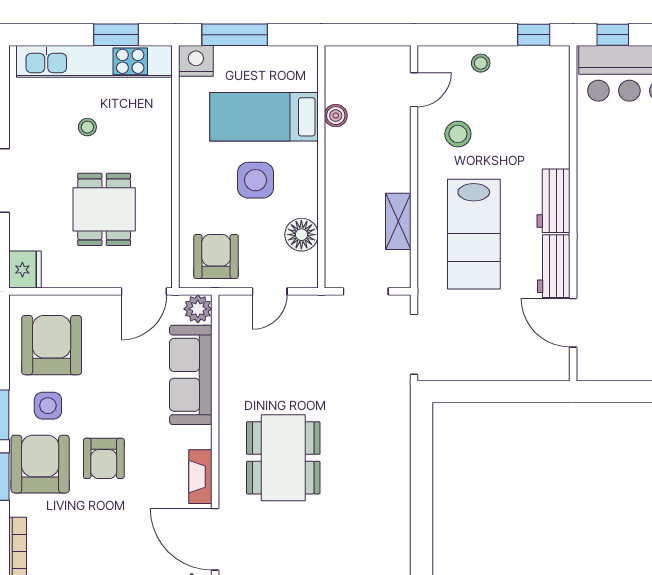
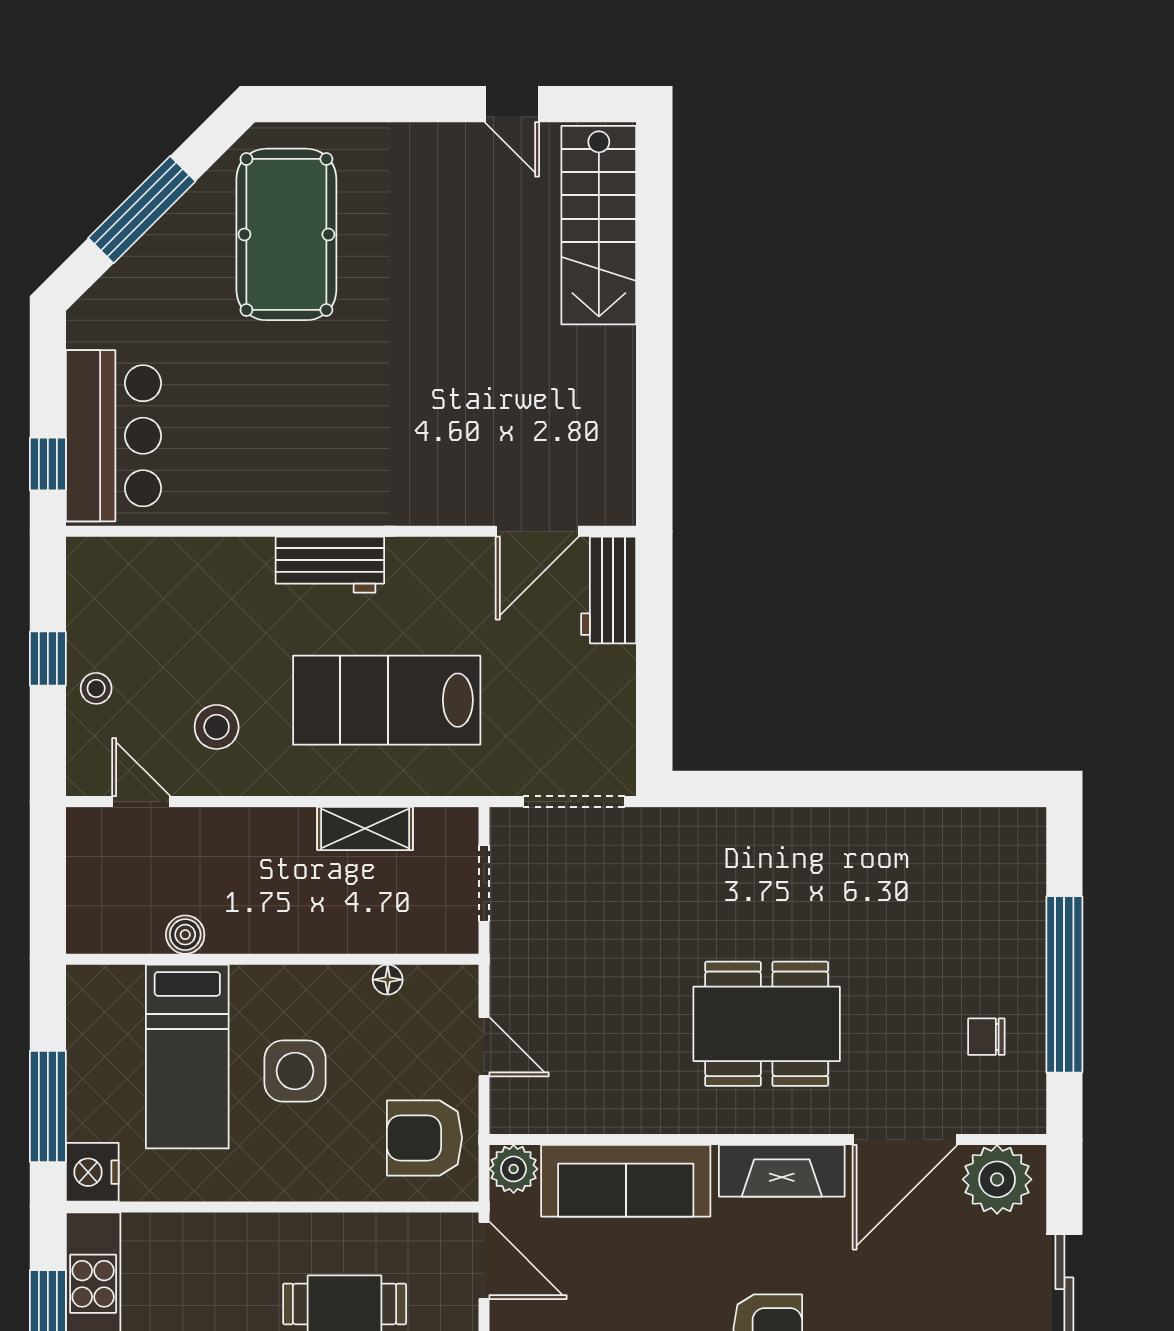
window: (534, 35) -> (48, 659), moved
lab bench: (474, 234) -> (387, 700), turned 180
floor lamp: (301, 235) -> (388, 980), width x0.53, depth x0.53
workbench: (554, 266) -> (609, 590), moved, turned 90
fireplace: (200, 477) -> (782, 1171), width x1.37, depth x1.32

